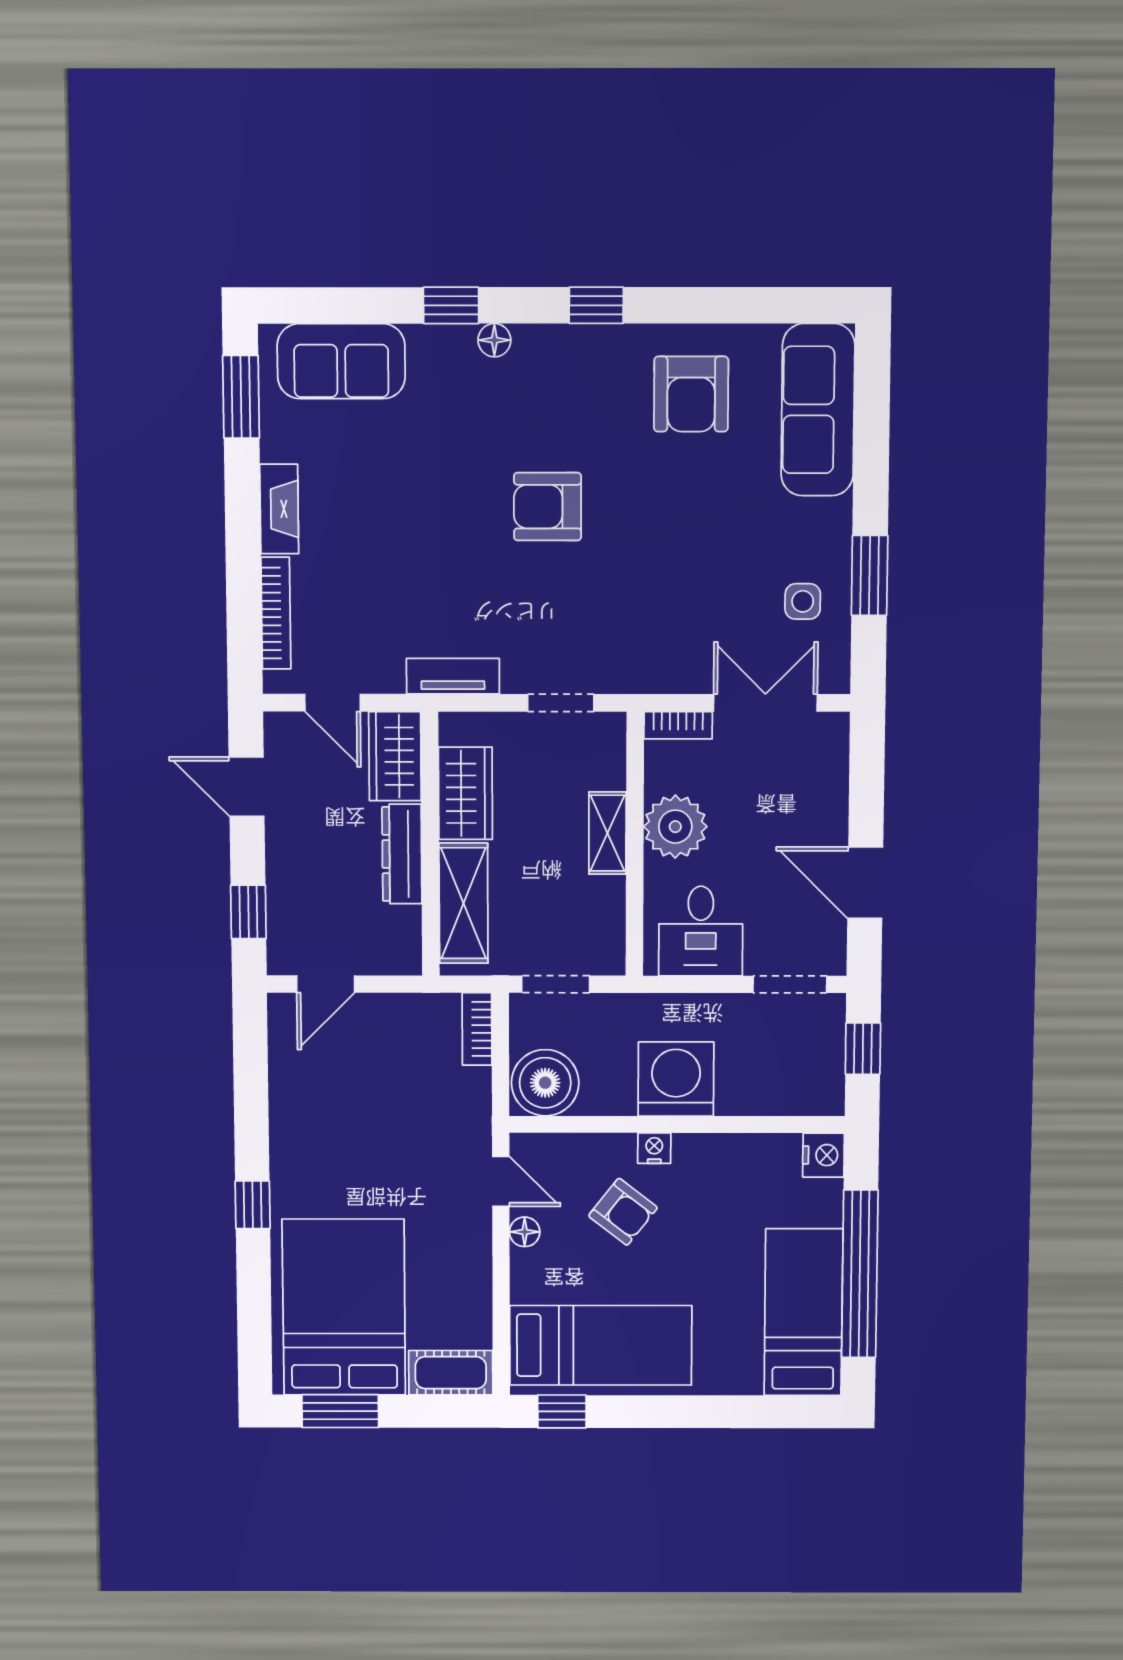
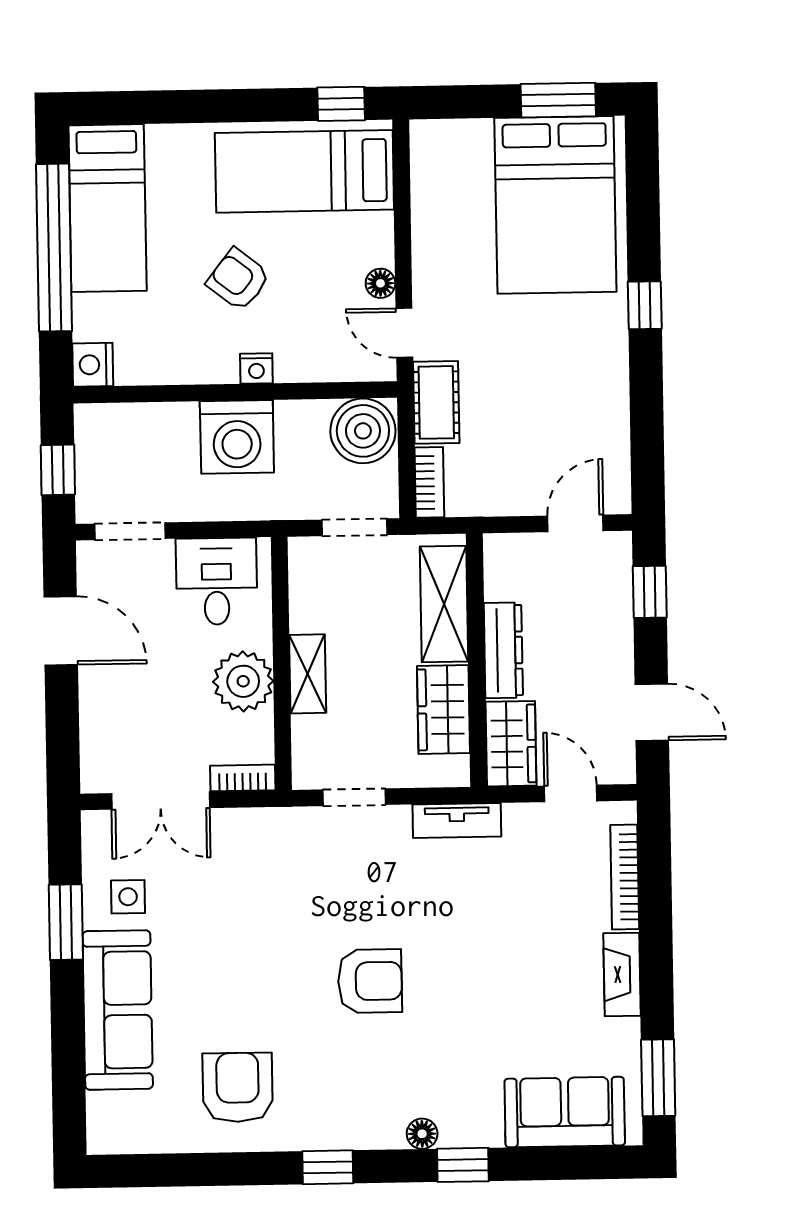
sofa: (818, 410) -> (118, 1010), moved
armchair: (623, 1212) -> (238, 280), moved
cot: (451, 1373) -> (436, 402), moved, turned 90

